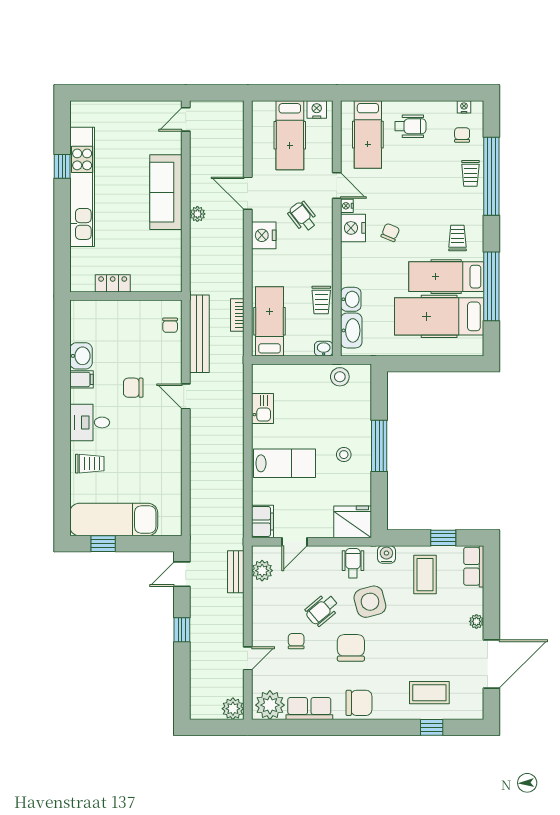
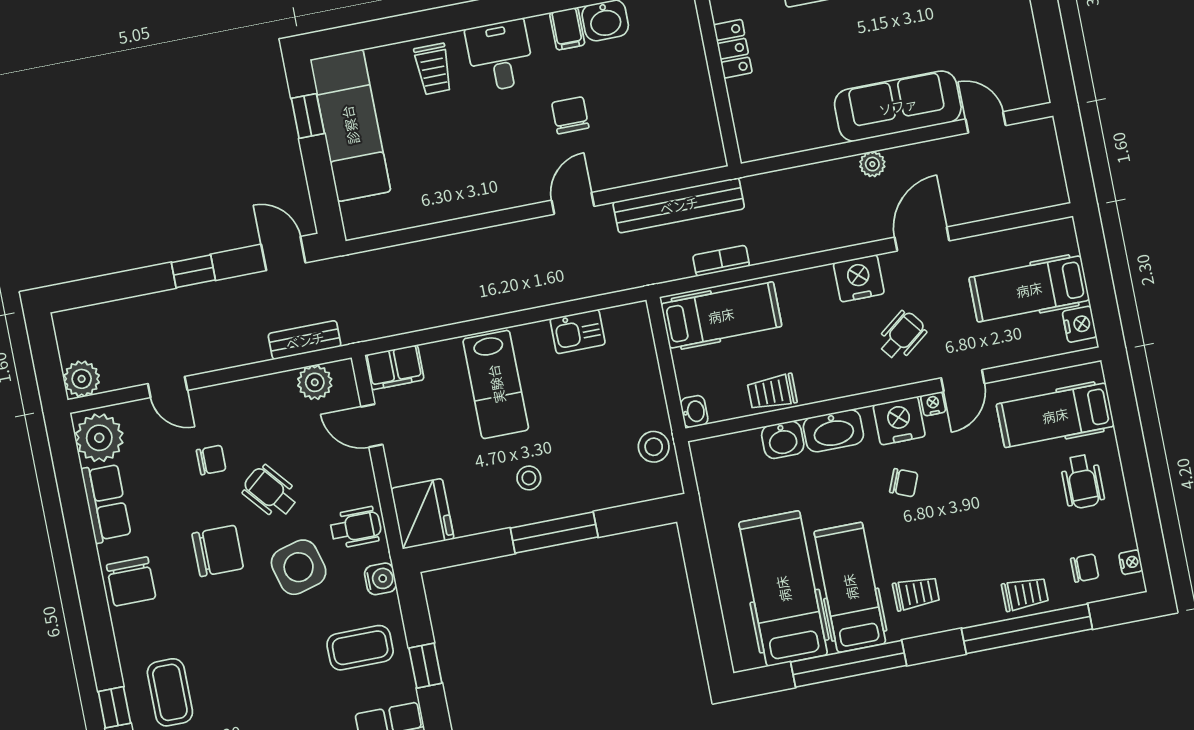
door: (186, 119) -> (986, 122), moved
trolley: (470, 173) -> (1025, 594), turned 180
chair: (170, 325) -> (683, 155), removed
washbasin: (351, 330) -> (833, 431), moved

